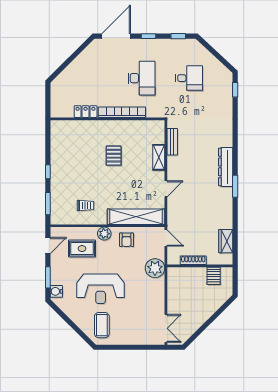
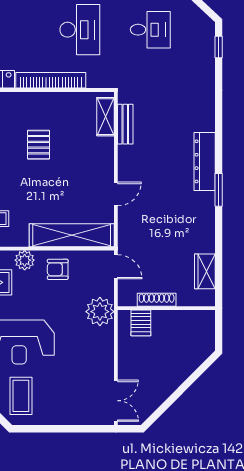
shelving: (159, 157) -> (105, 117), moved
armchair: (127, 240) -> (58, 269), turned 90
server rack: (214, 276) -> (141, 323), moved

